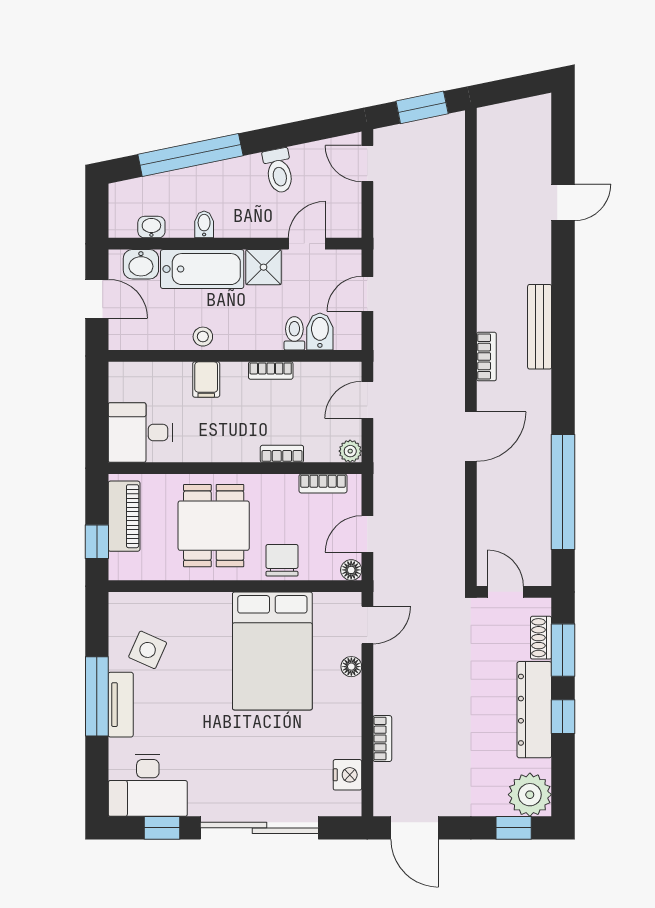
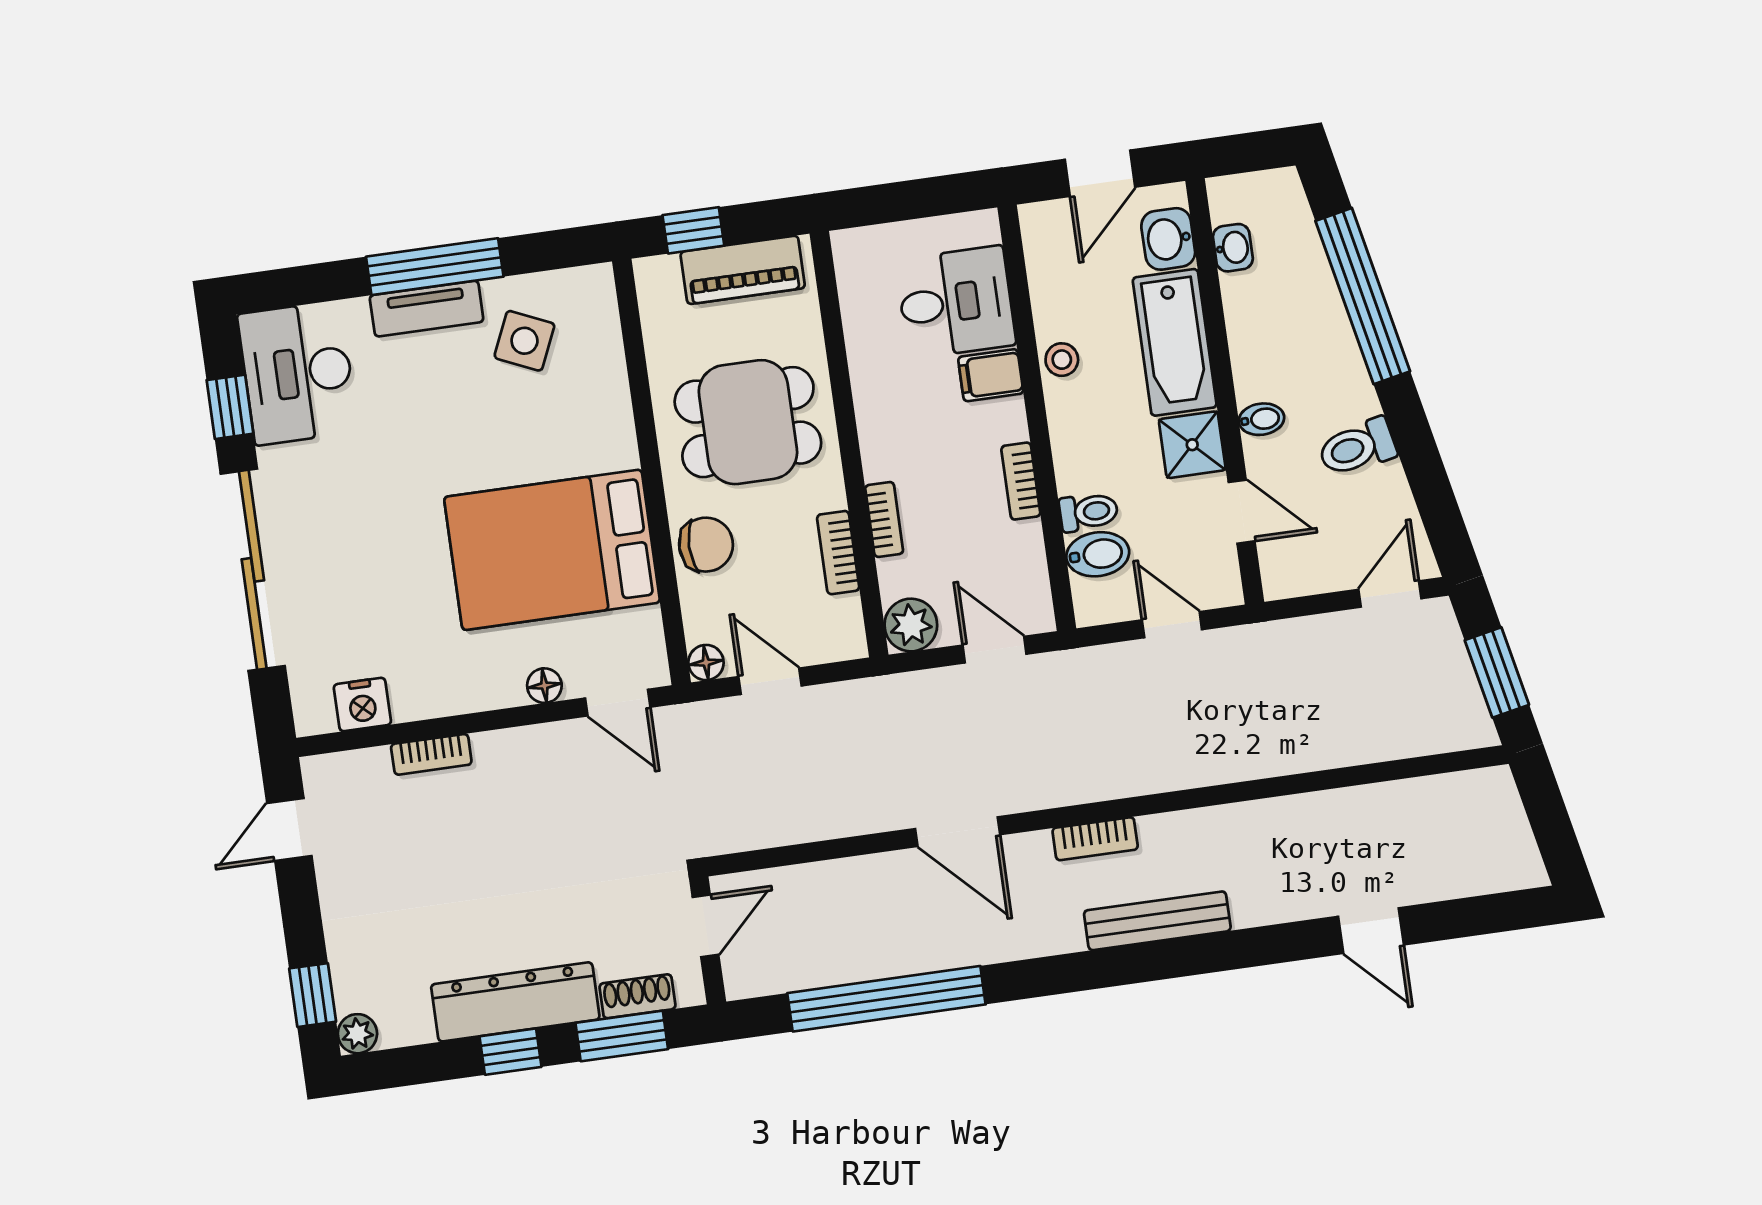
bidet: (204, 224) -> (1261, 419), moved
desk: (141, 432) -> (956, 302), moved, turned 90
plant: (350, 451) -> (911, 625), width x1.38, depth x1.38
bookcase: (323, 483) -> (838, 553), moved
plant: (530, 795) -> (357, 1034), width x0.53, depth x0.53
door: (415, 828) -> (289, 830), width x0.73

